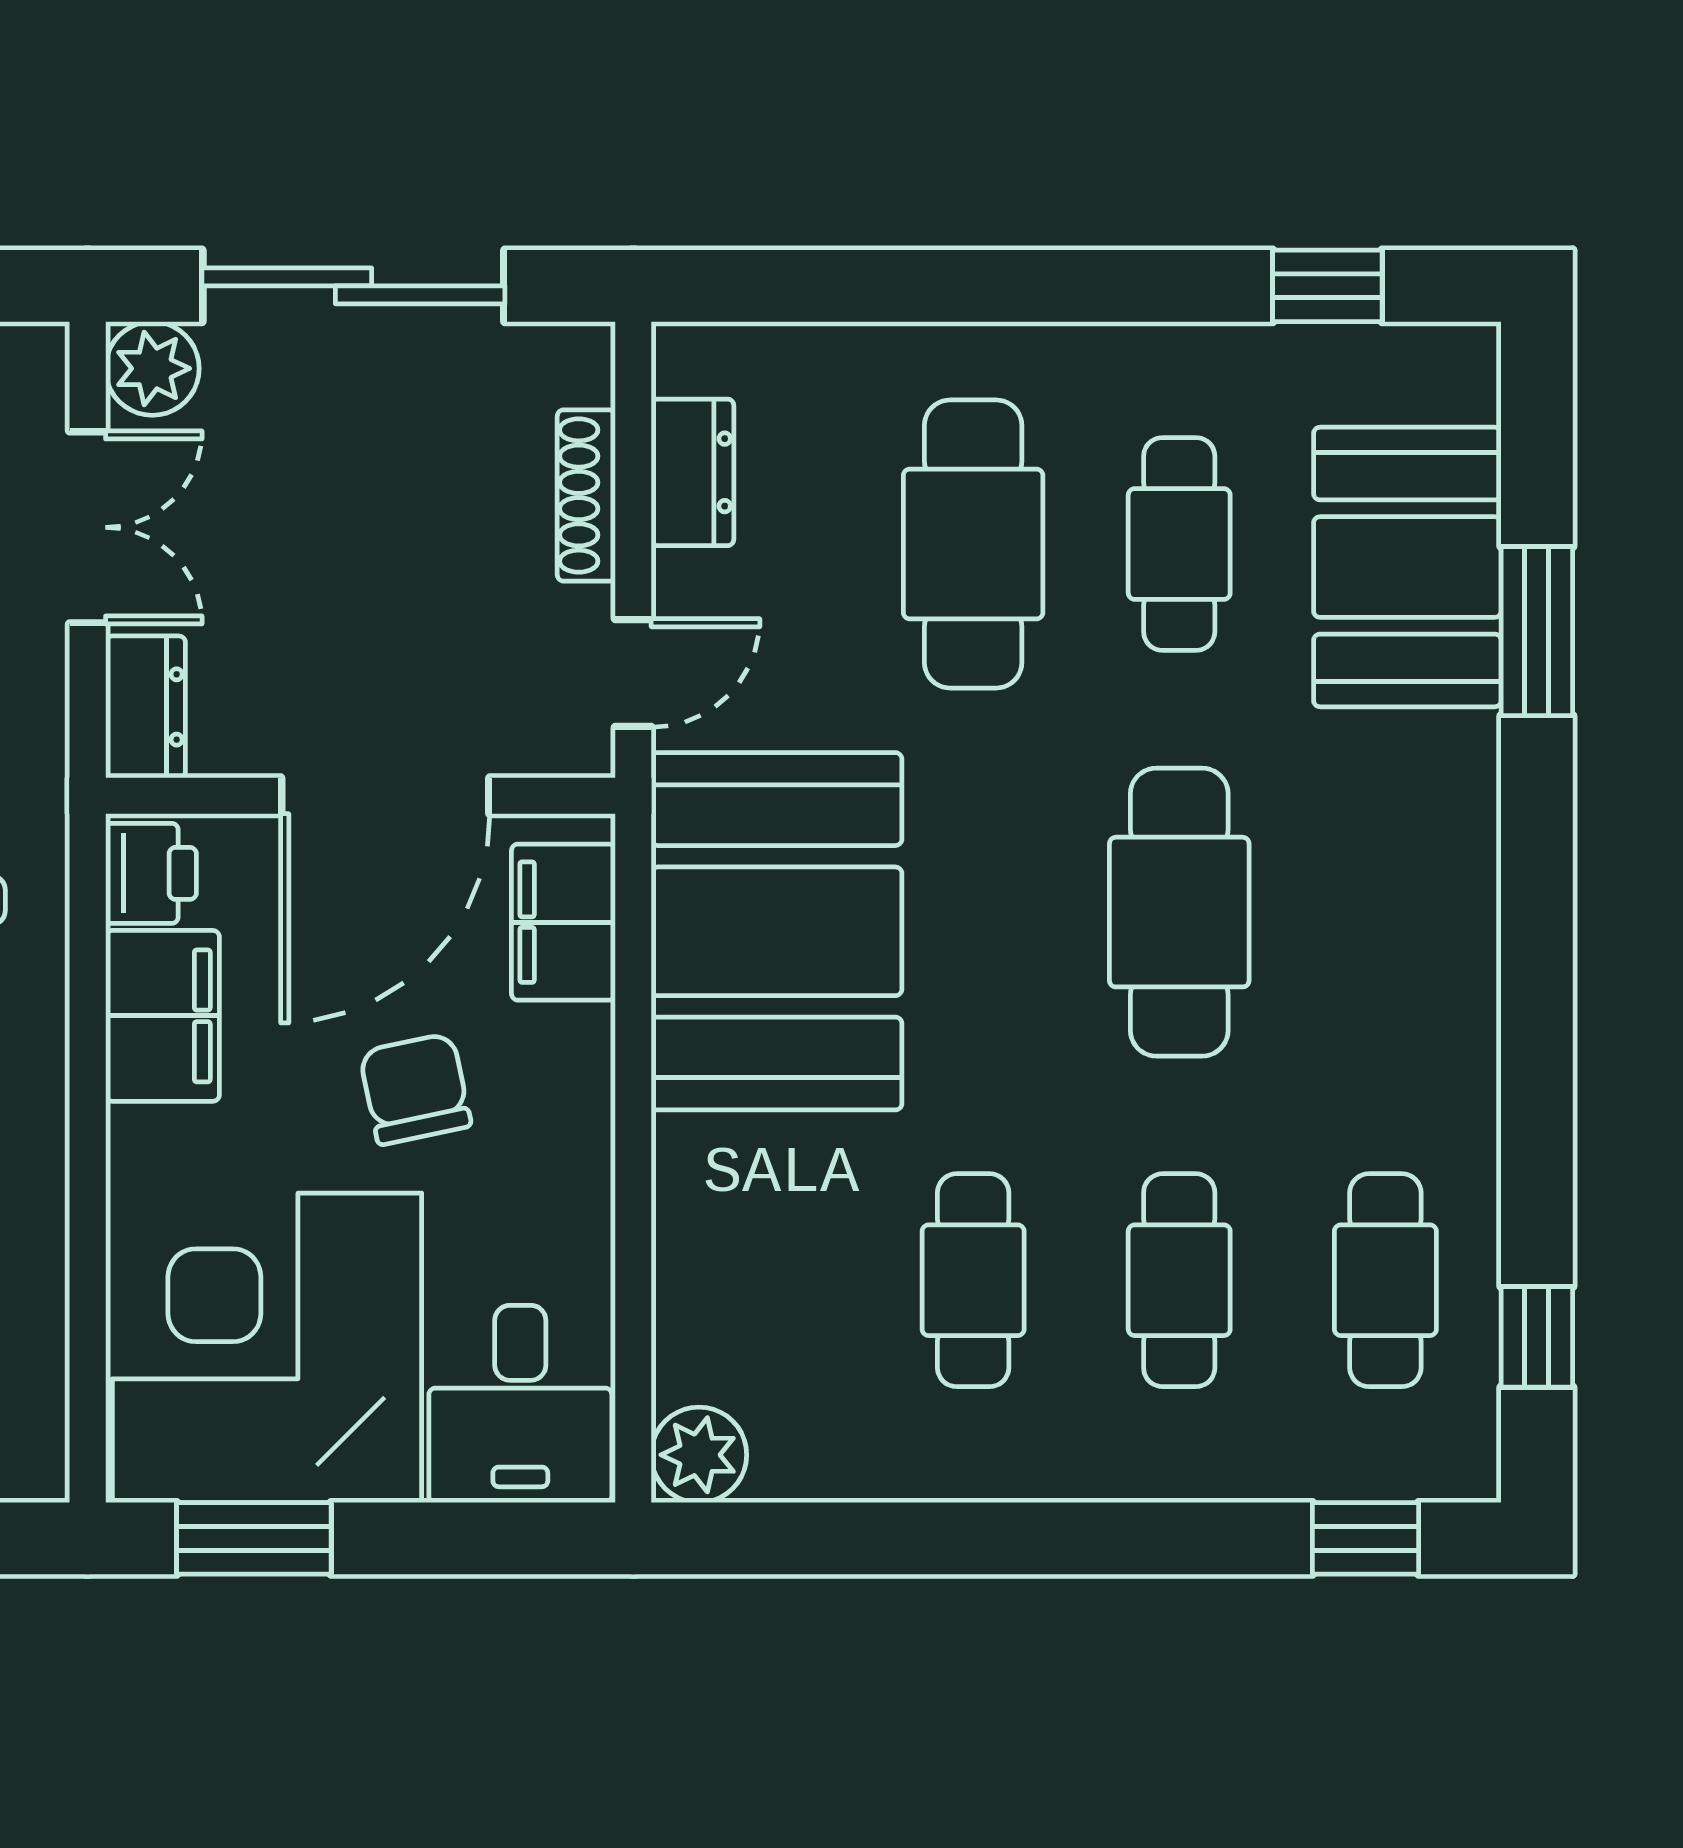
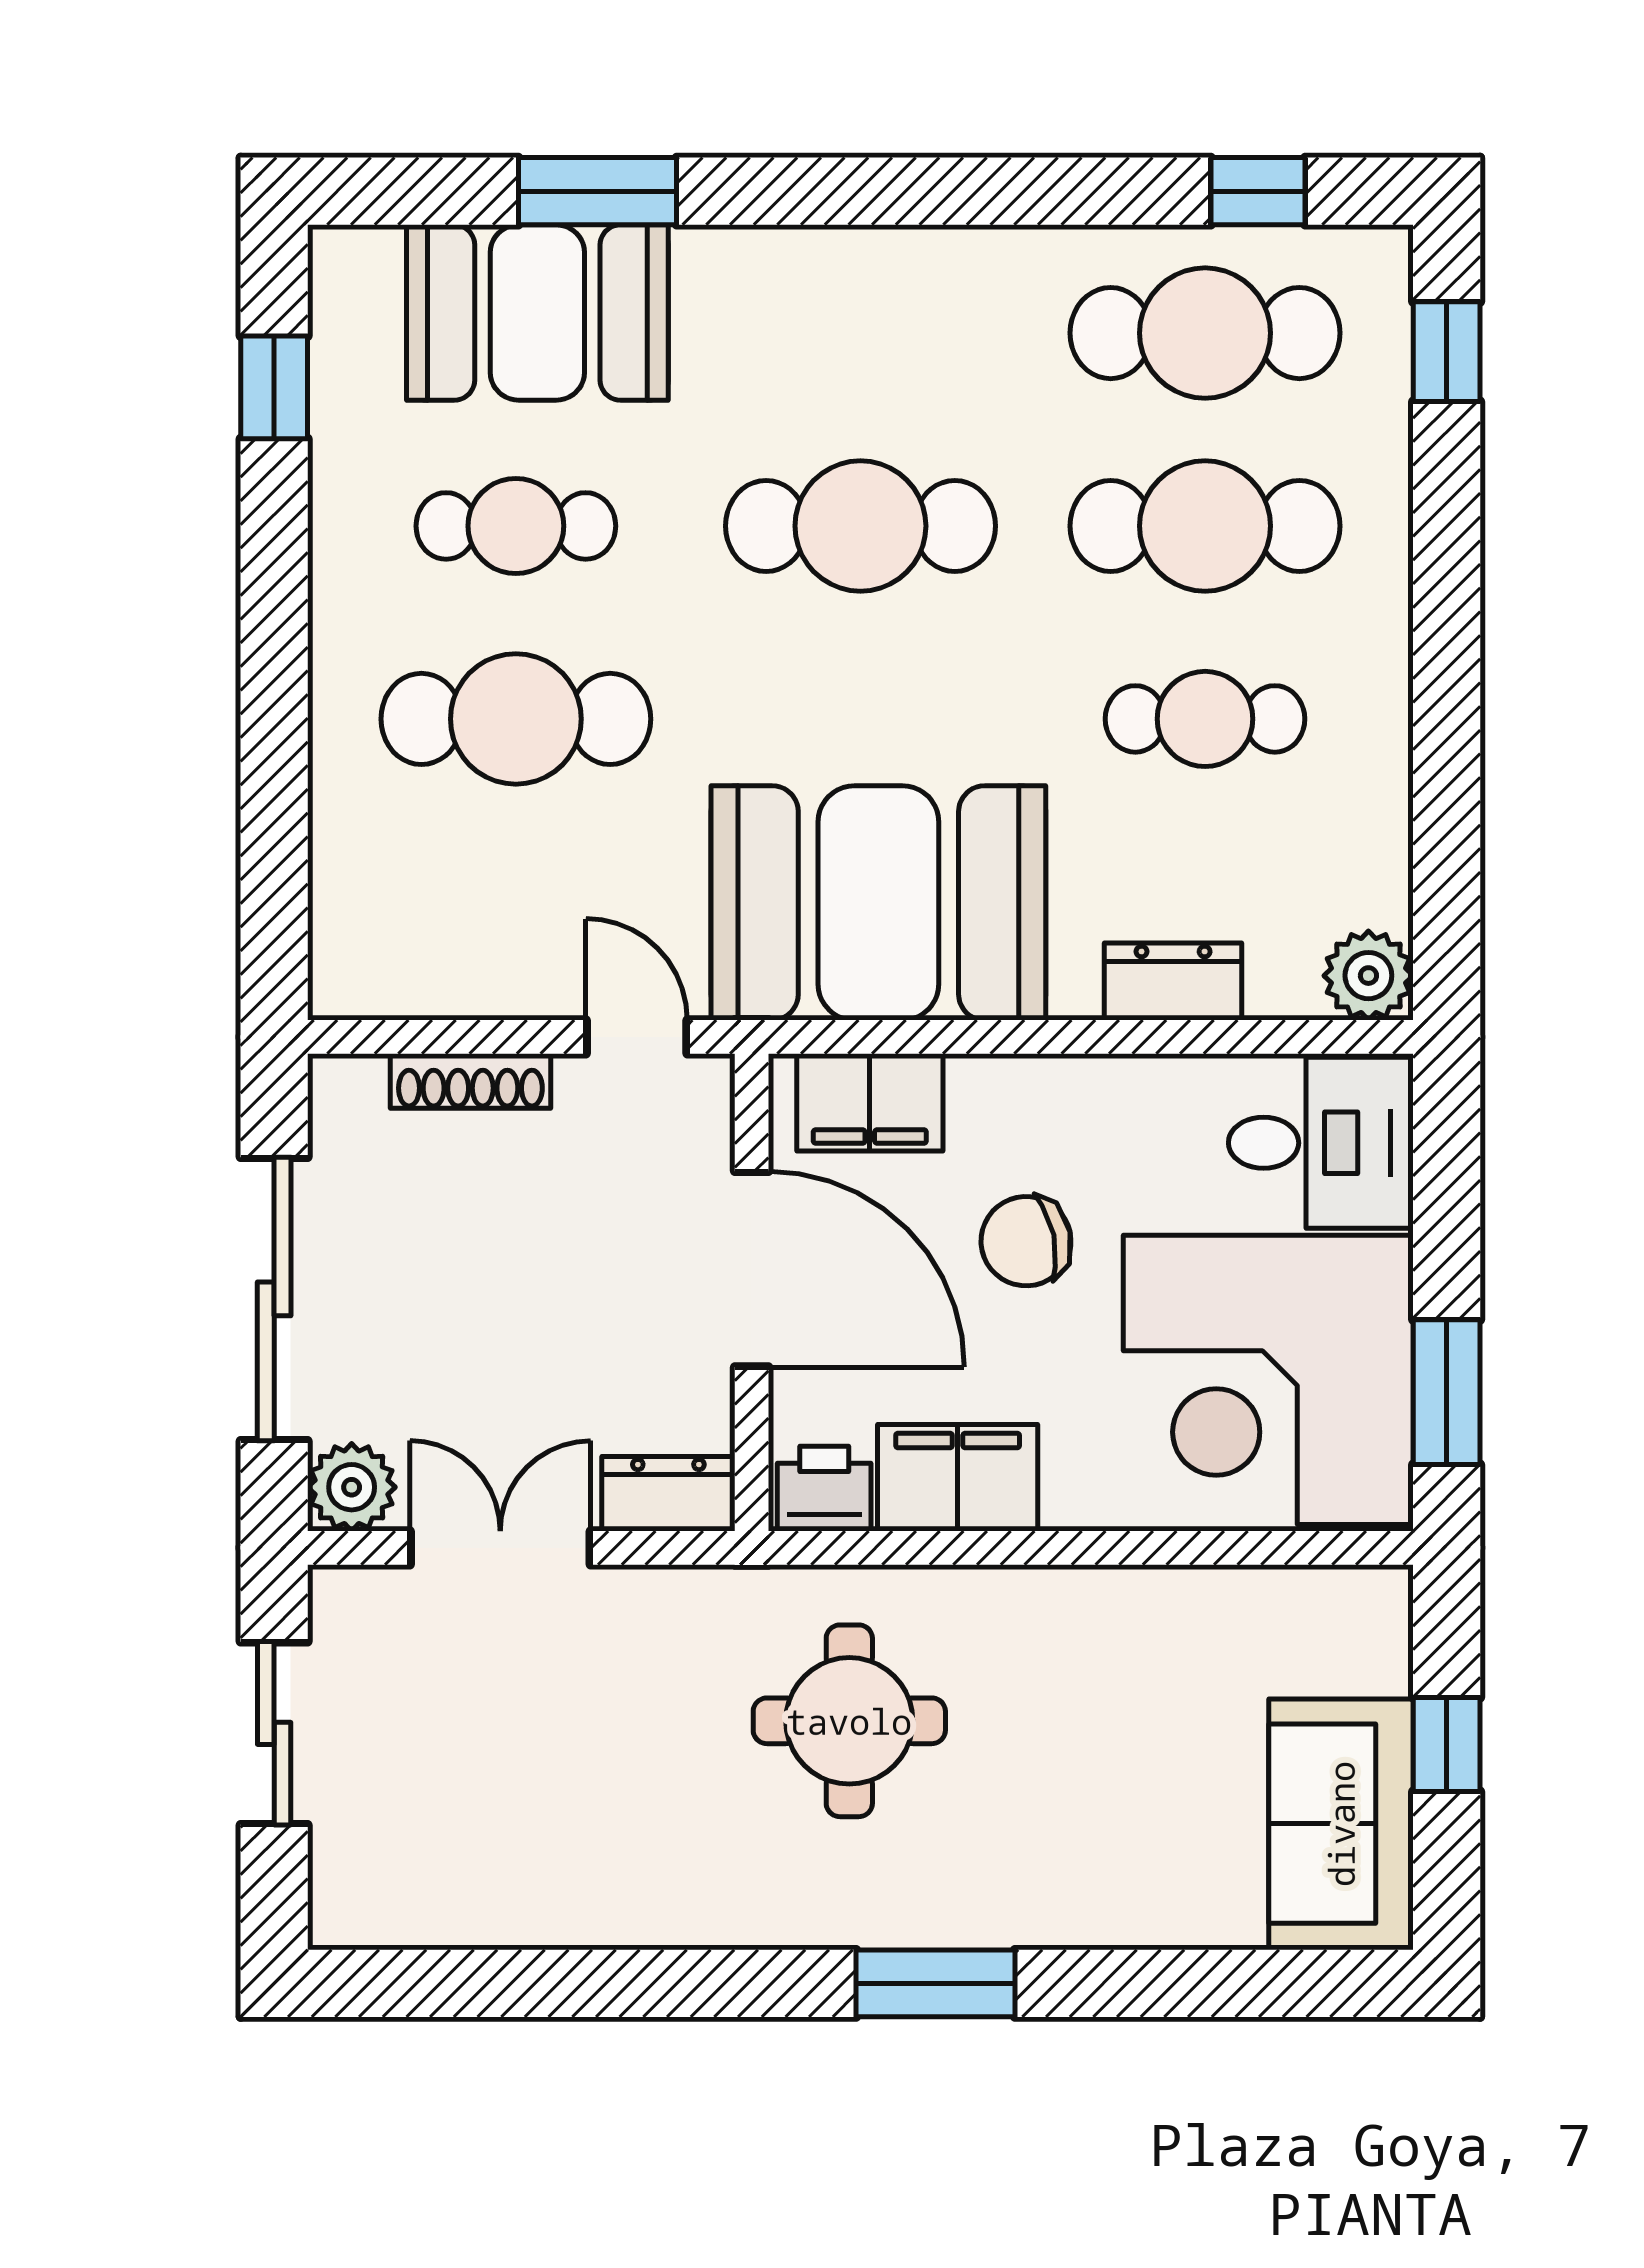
dresser: (692, 472) -> (1173, 982), moved
cafe table: (1179, 1280) -> (1205, 526), width x1.37, depth x1.35
cafe table: (1385, 1280) -> (1205, 333), width x1.37, depth x1.35

